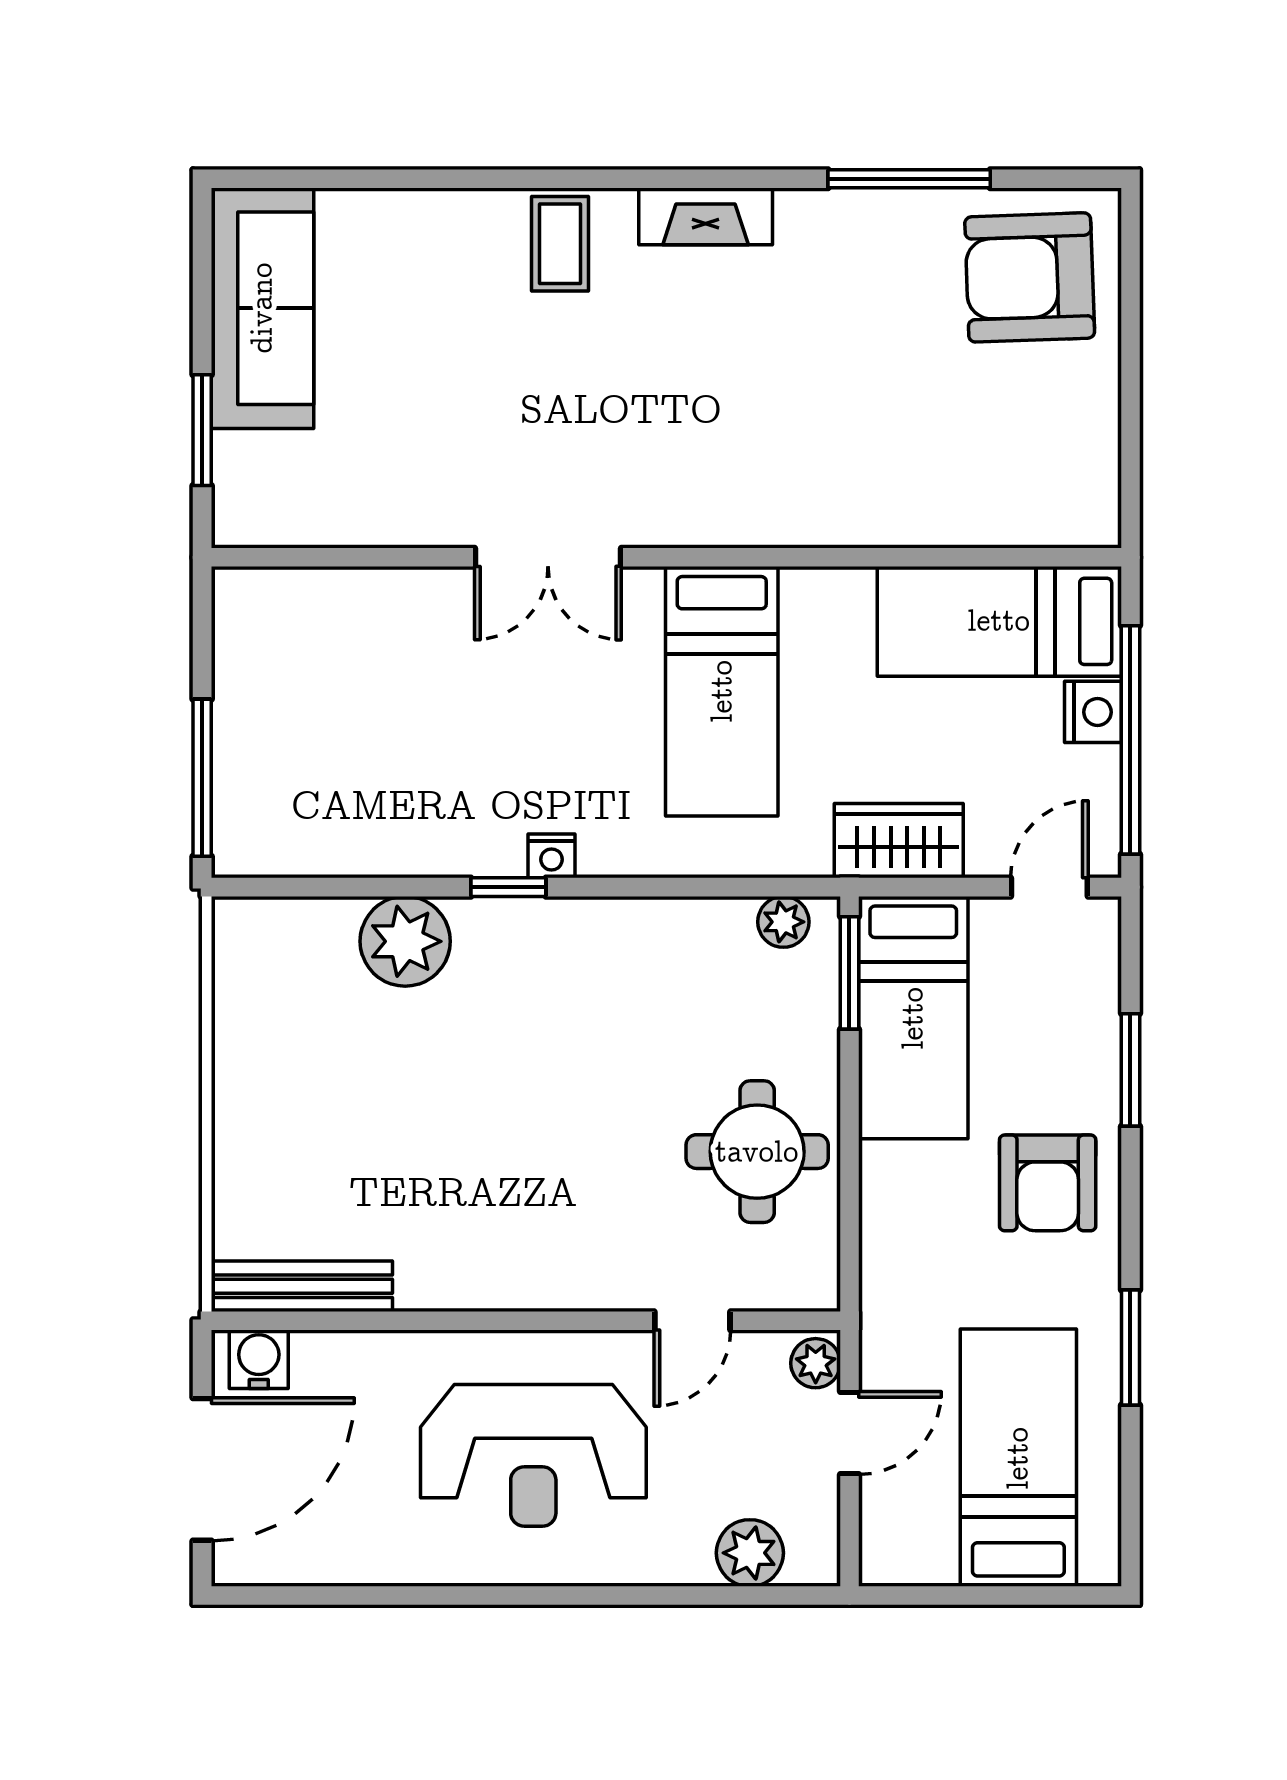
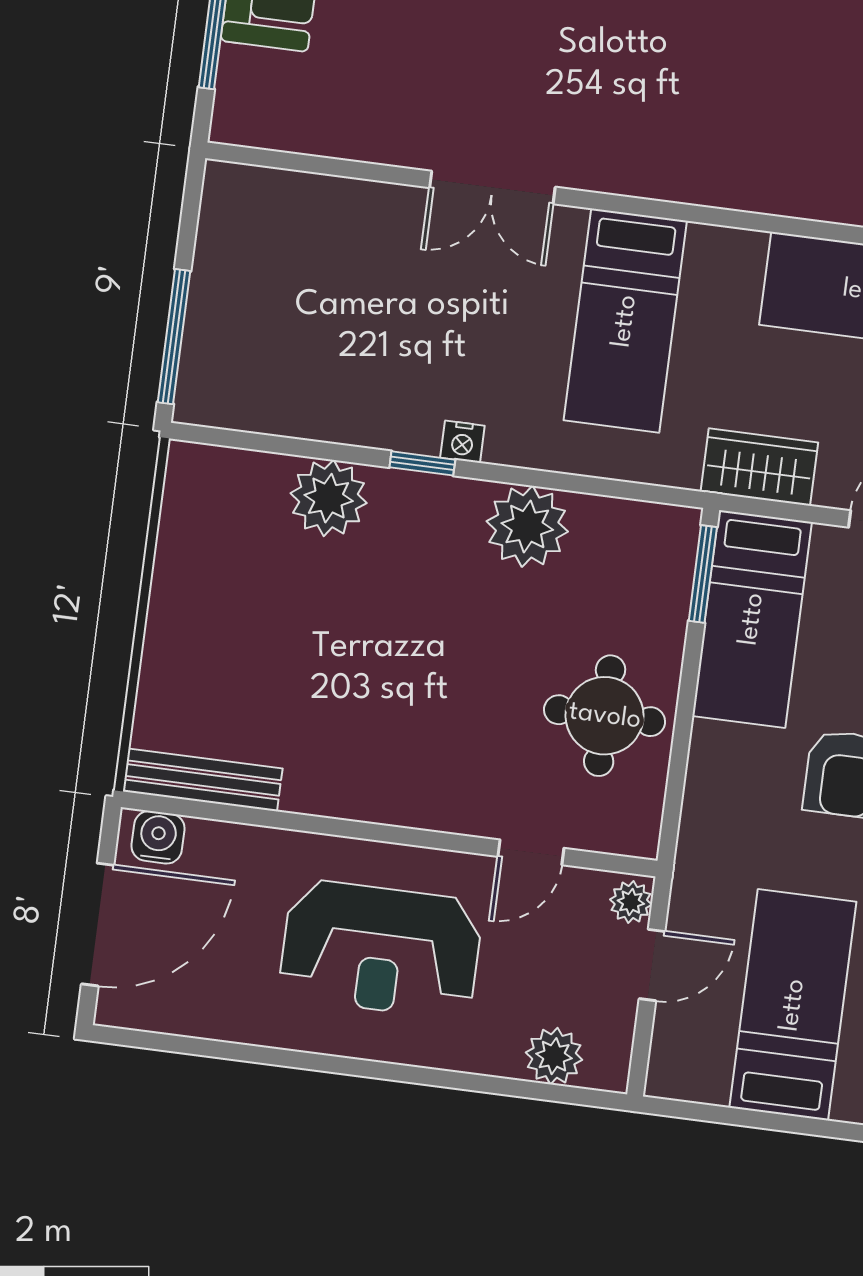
plant: (783, 922) -> (527, 526), moved, width x1.87, depth x1.87

